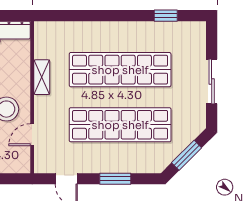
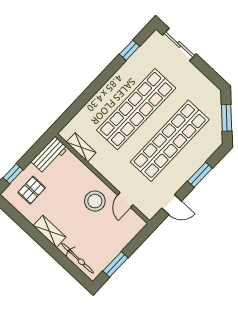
shelving: (42, 77) -> (81, 147), moved
sliding door: (212, 81) -> (179, 45), moved

